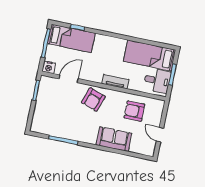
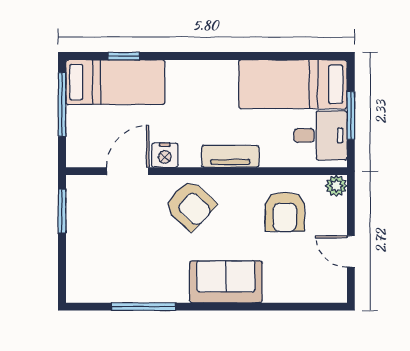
nightstand: (49, 67) -> (165, 155), moved
armchair: (93, 100) -> (190, 205), turned -66
plant: (160, 104) -> (336, 186), added
armchair: (134, 111) -> (285, 212), turned -90
sofa: (114, 139) -> (226, 282), moved

